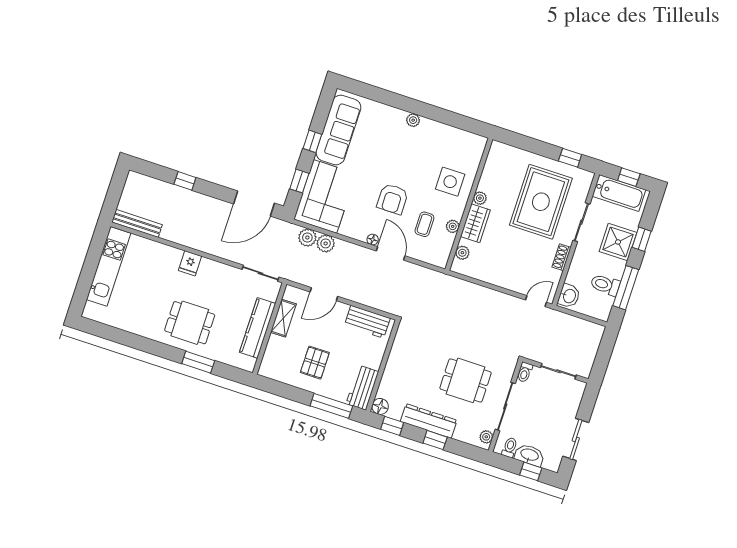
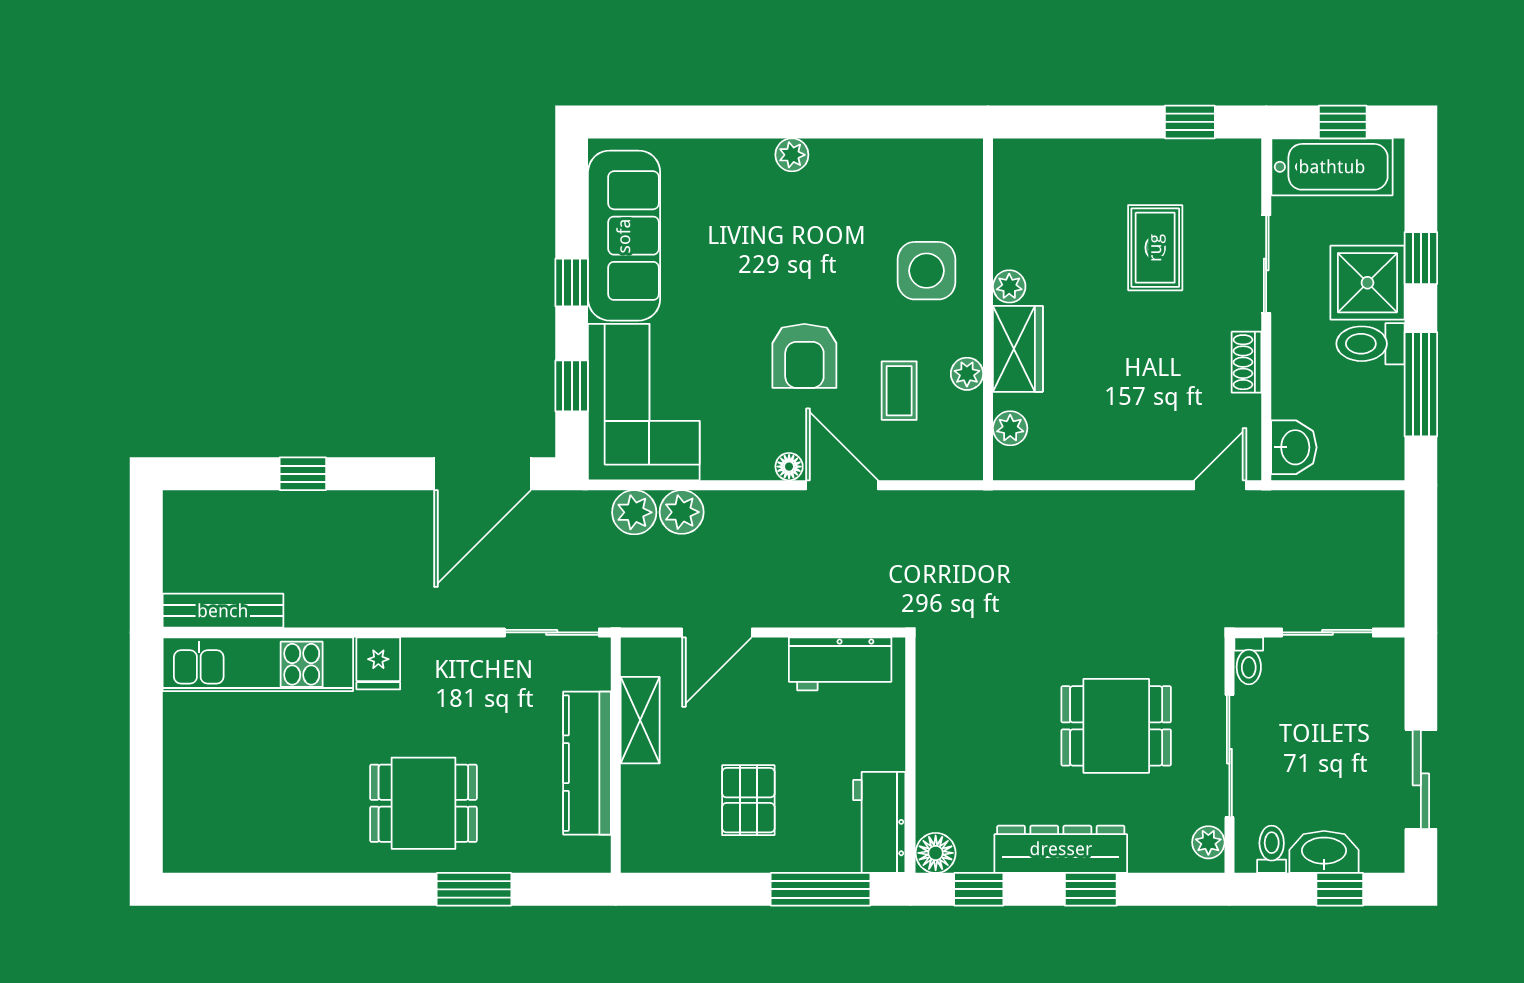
rug: (541, 202) -> (1155, 248), width x0.54, depth x0.49
kitchen unit: (109, 266) -> (258, 664), moved, turned 90
toilet: (605, 285) -> (1370, 344), moved

